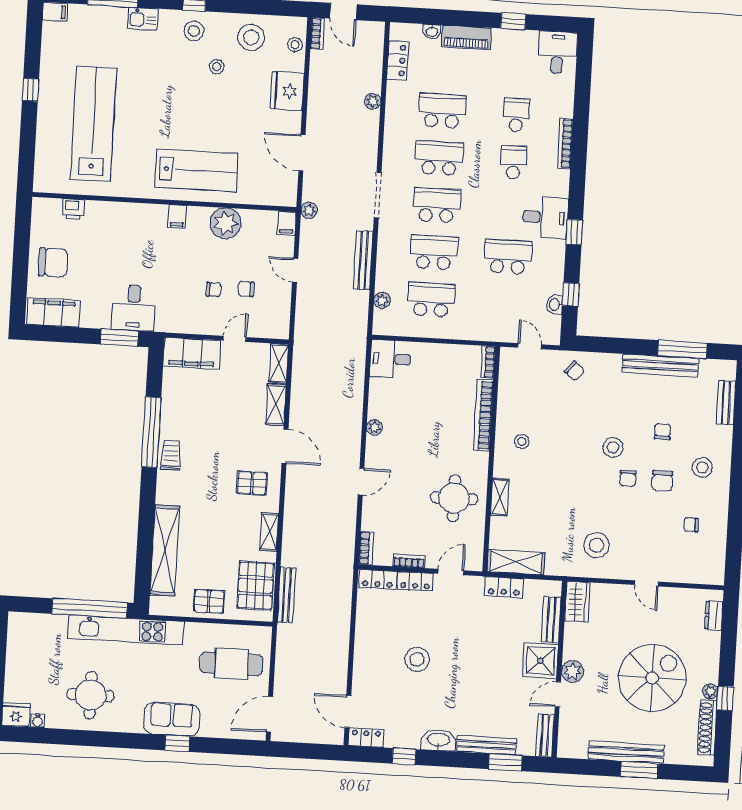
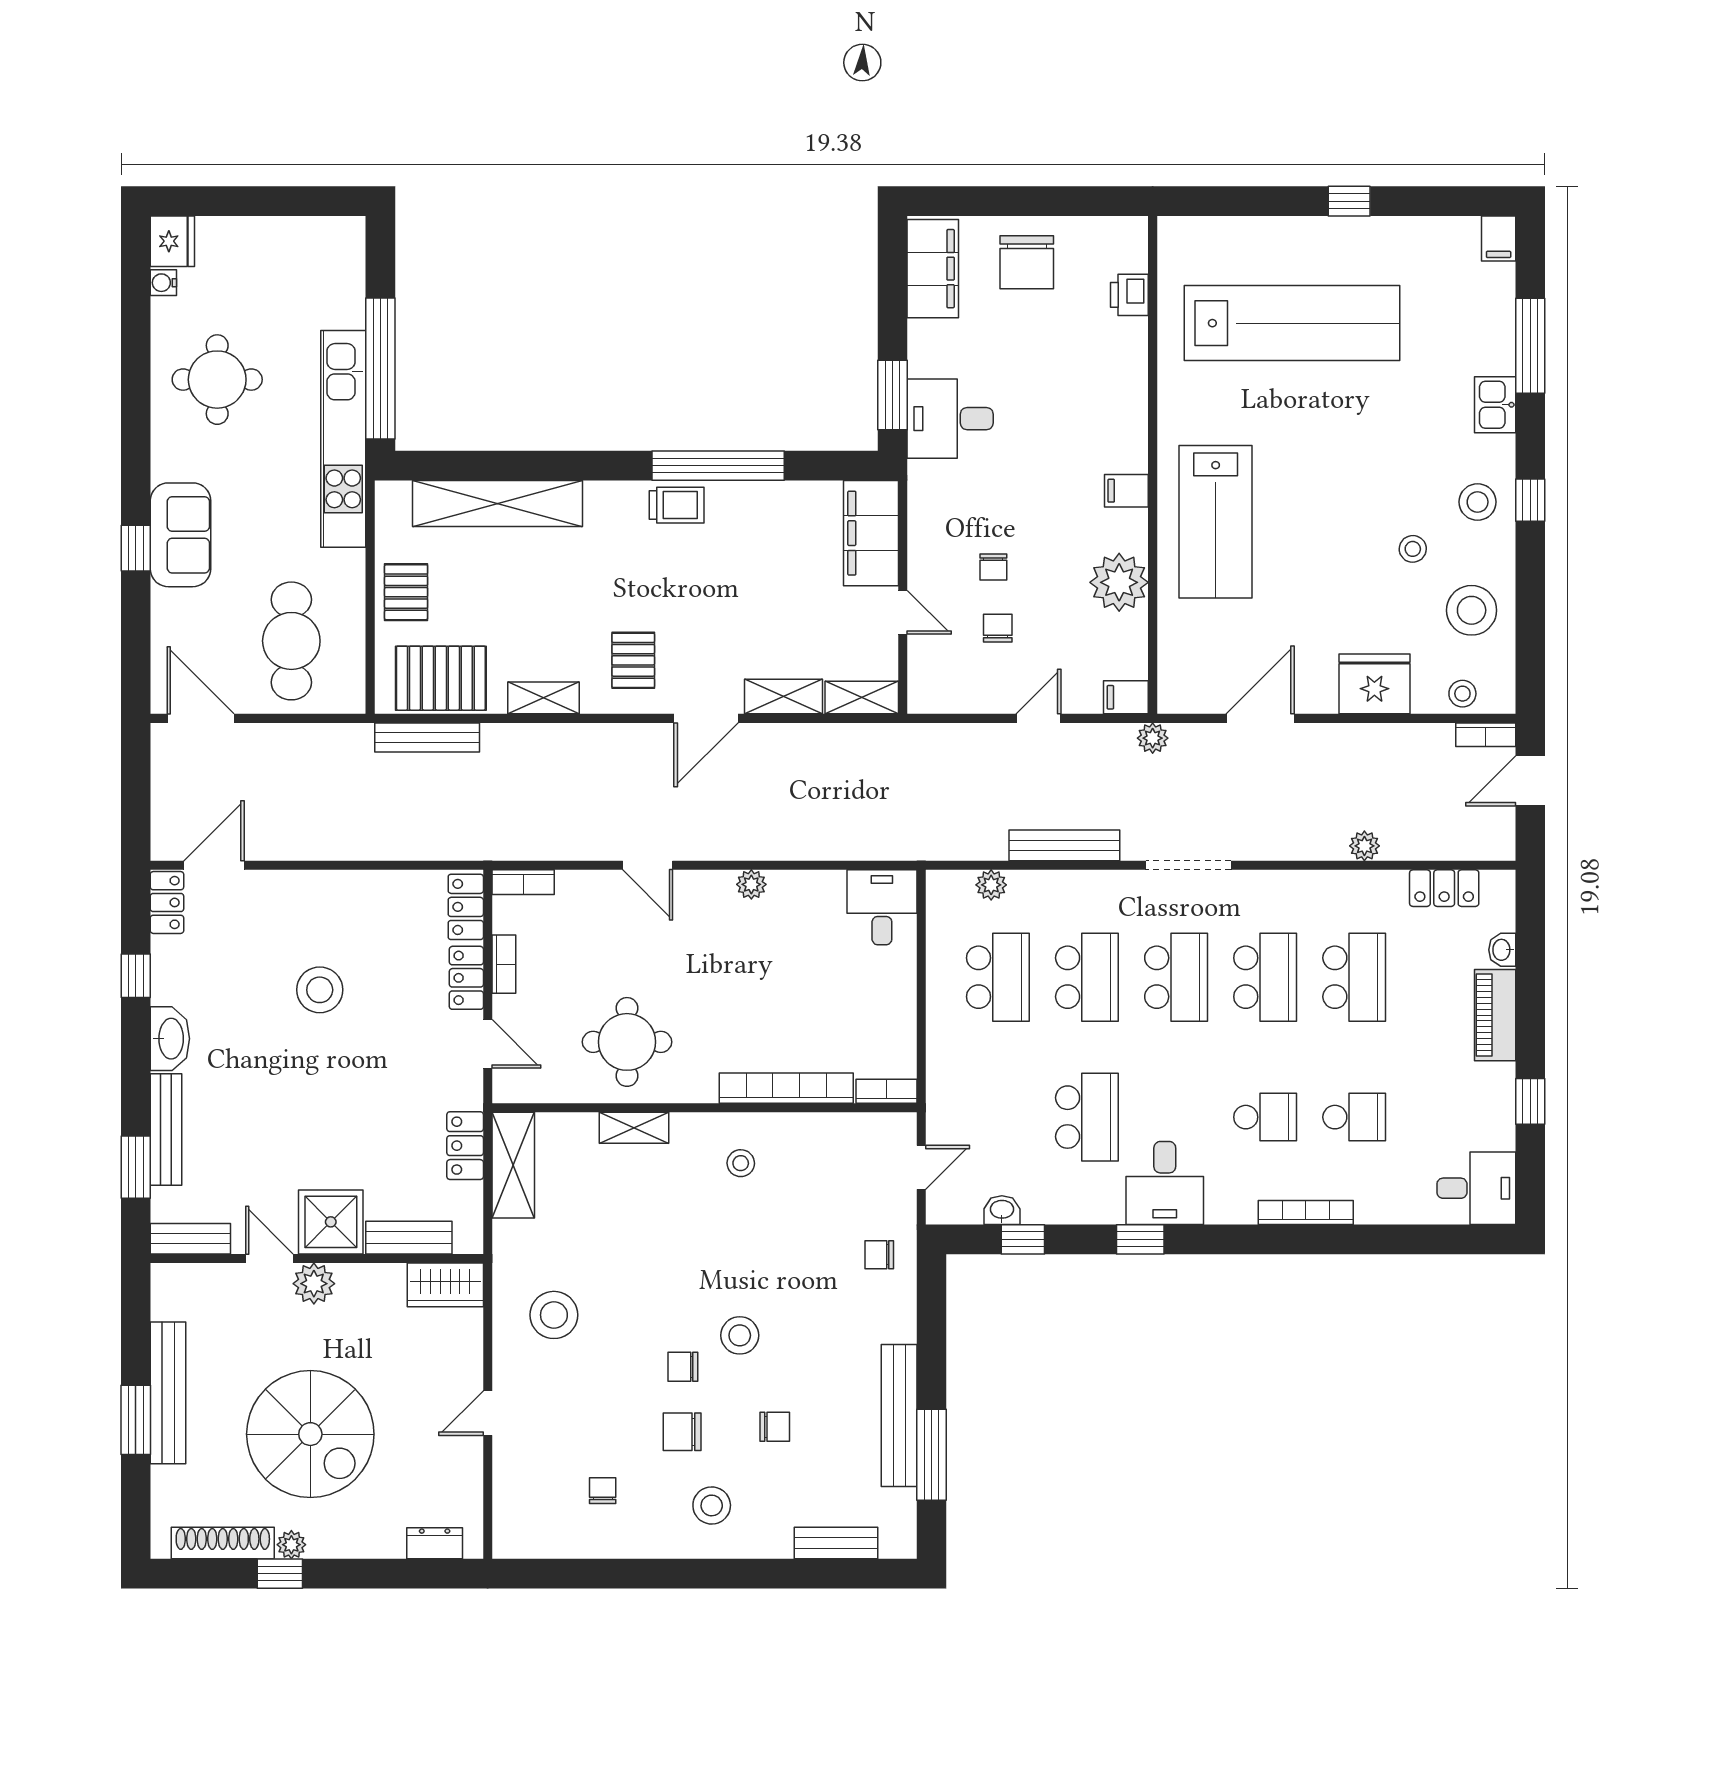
chair: (575, 371) -> (879, 1255), turned 49

